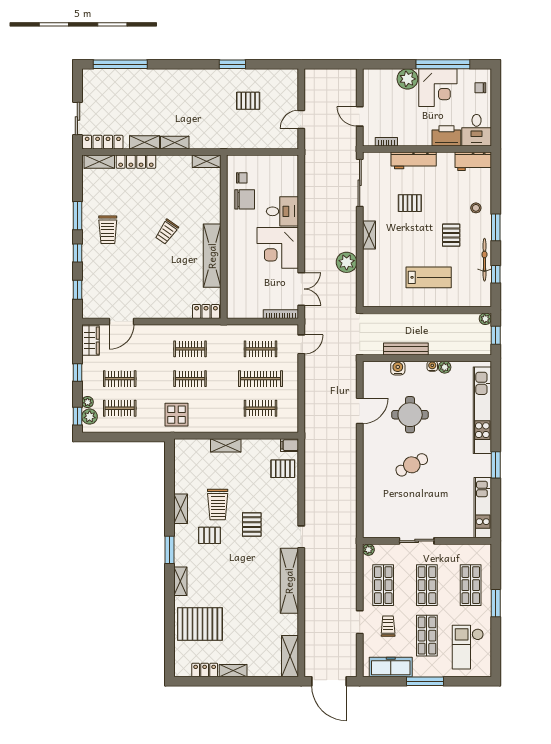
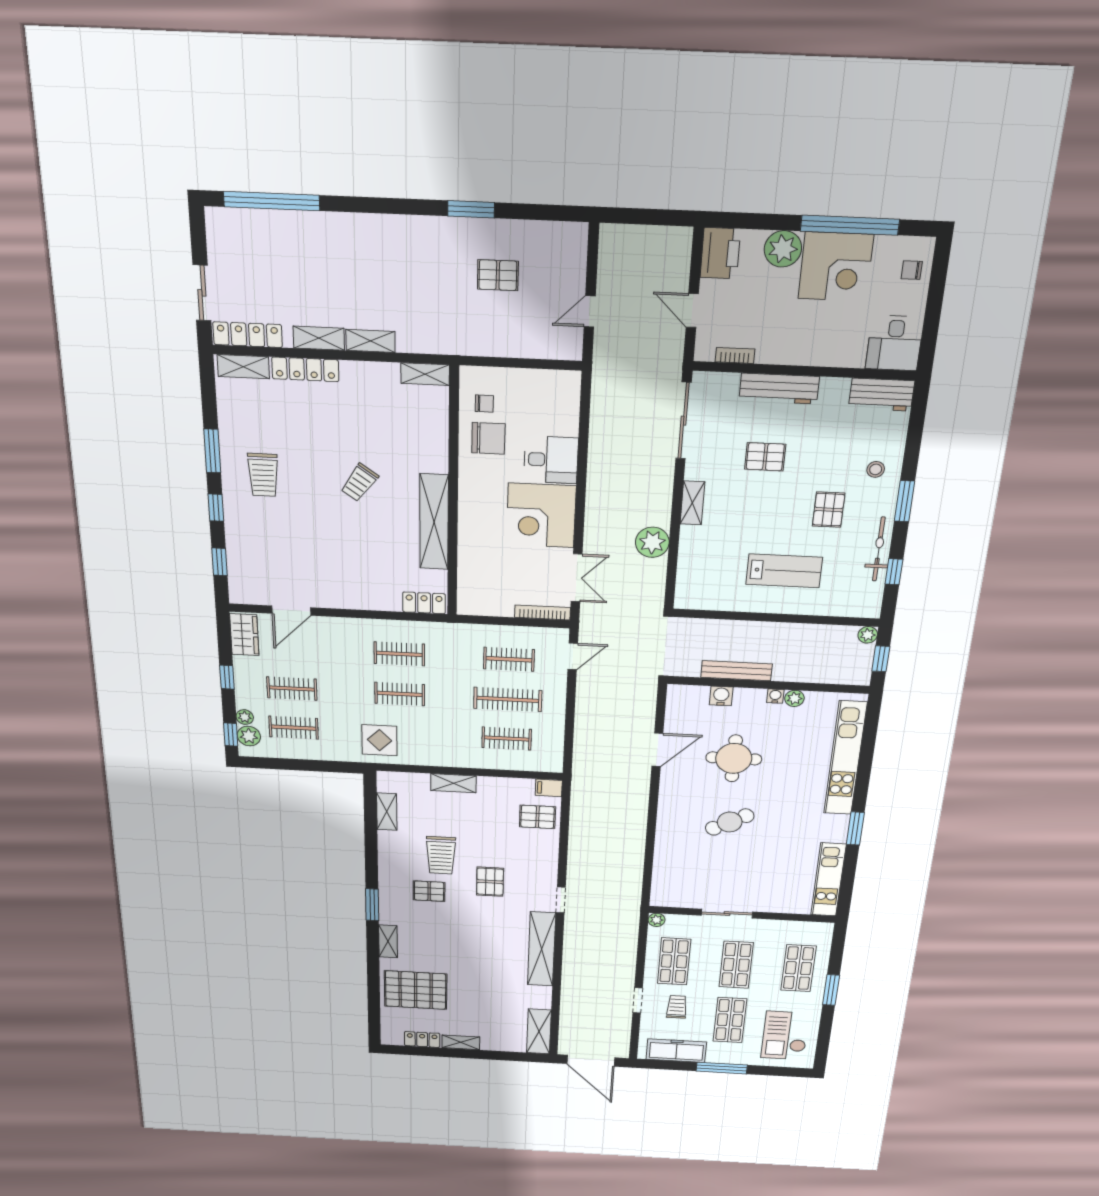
printer: (446, 136) -> (720, 253), moved, turned 90
shelving: (181, 509) -> (387, 812), moved

